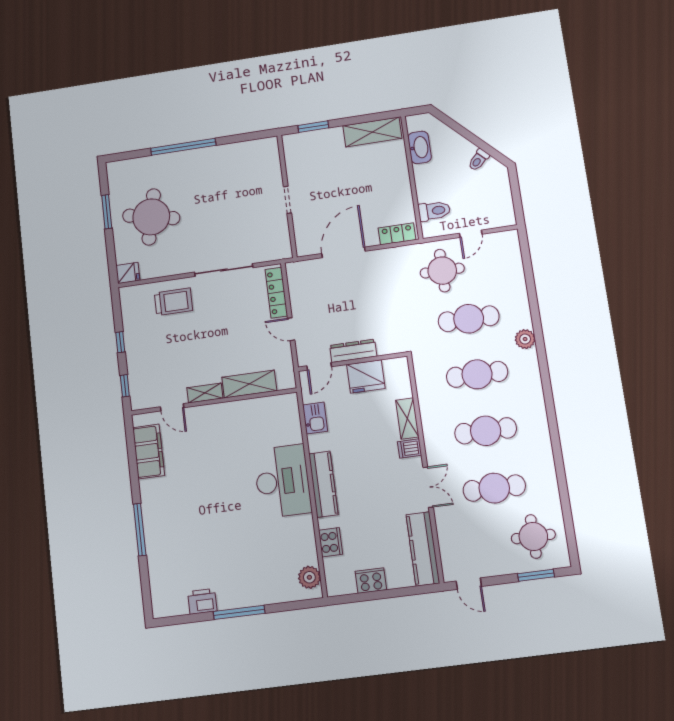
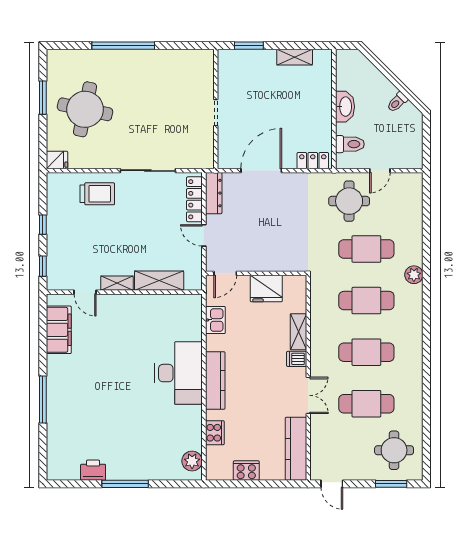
shelving: (372, 132) -> (295, 57), width x0.67, depth x0.75
washbasin: (420, 147) -> (345, 107), moved
dresser: (353, 351) -> (214, 193), moved, turned 90

